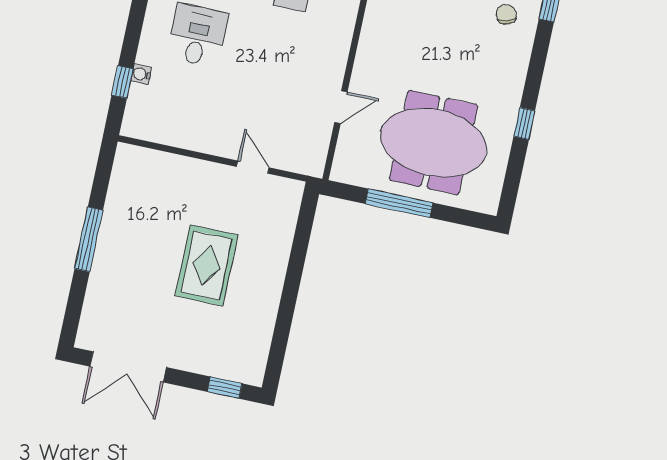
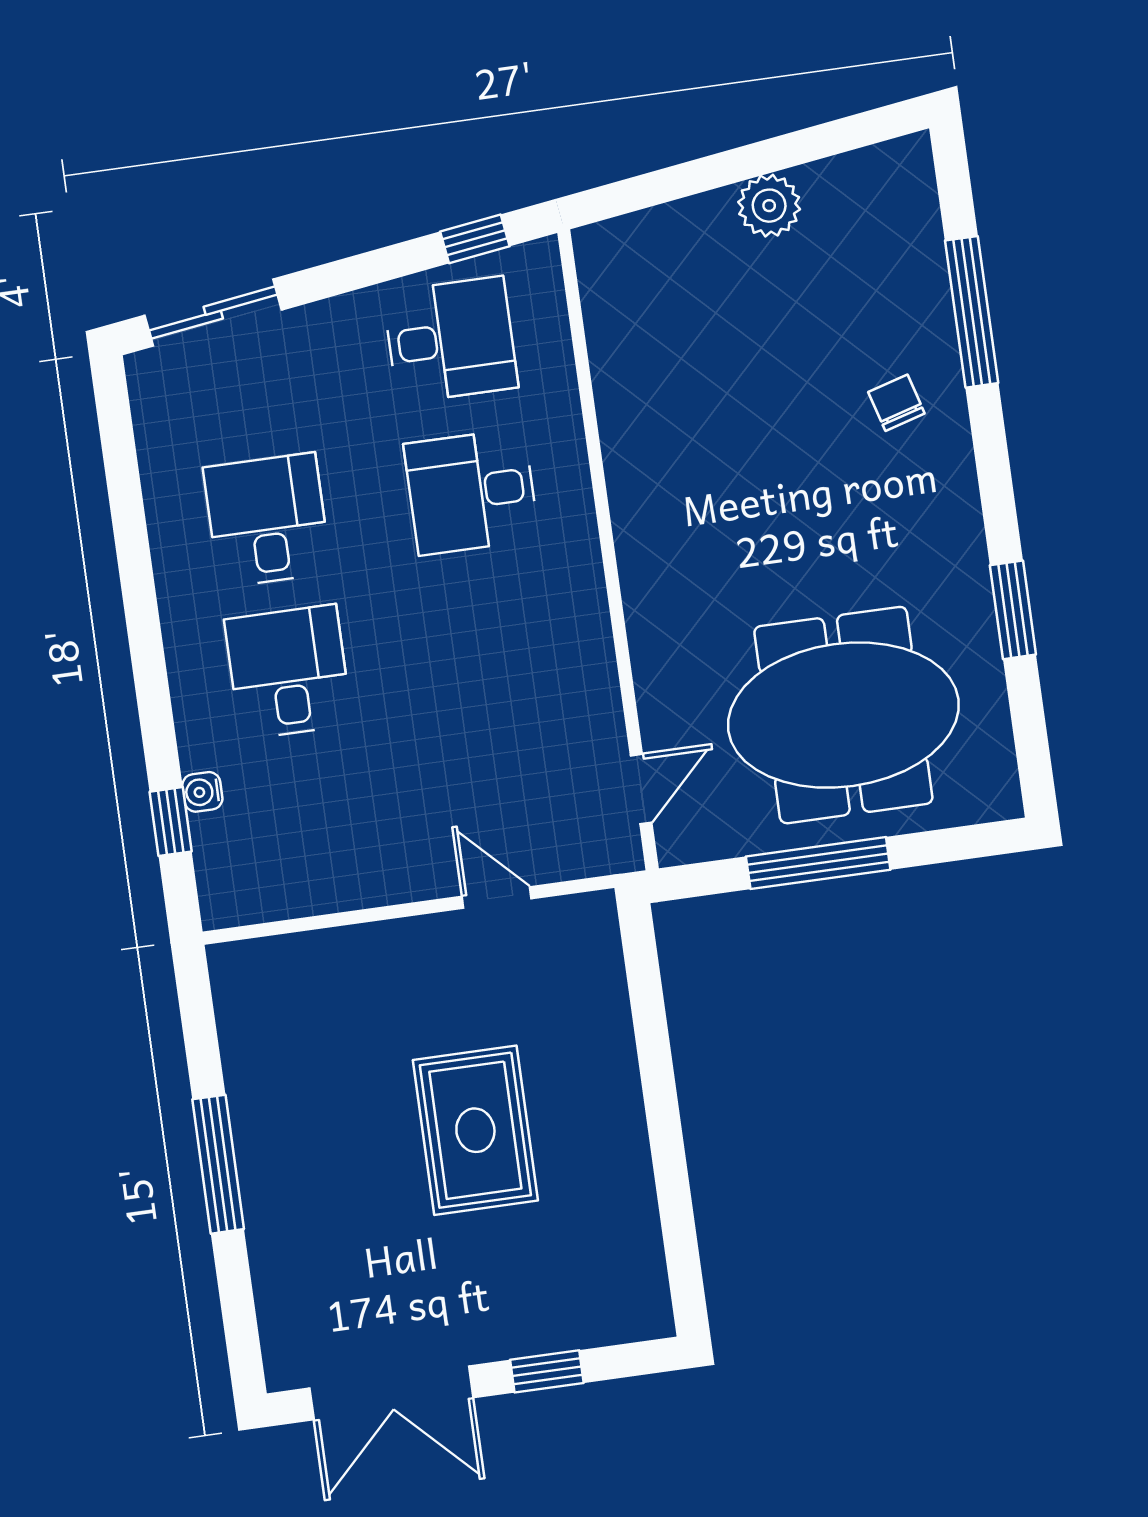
door: (341, 107) -> (641, 789), moved
window: (524, 124) -> (1013, 610), width x1.50
window: (225, 388) -> (547, 1371), moved

